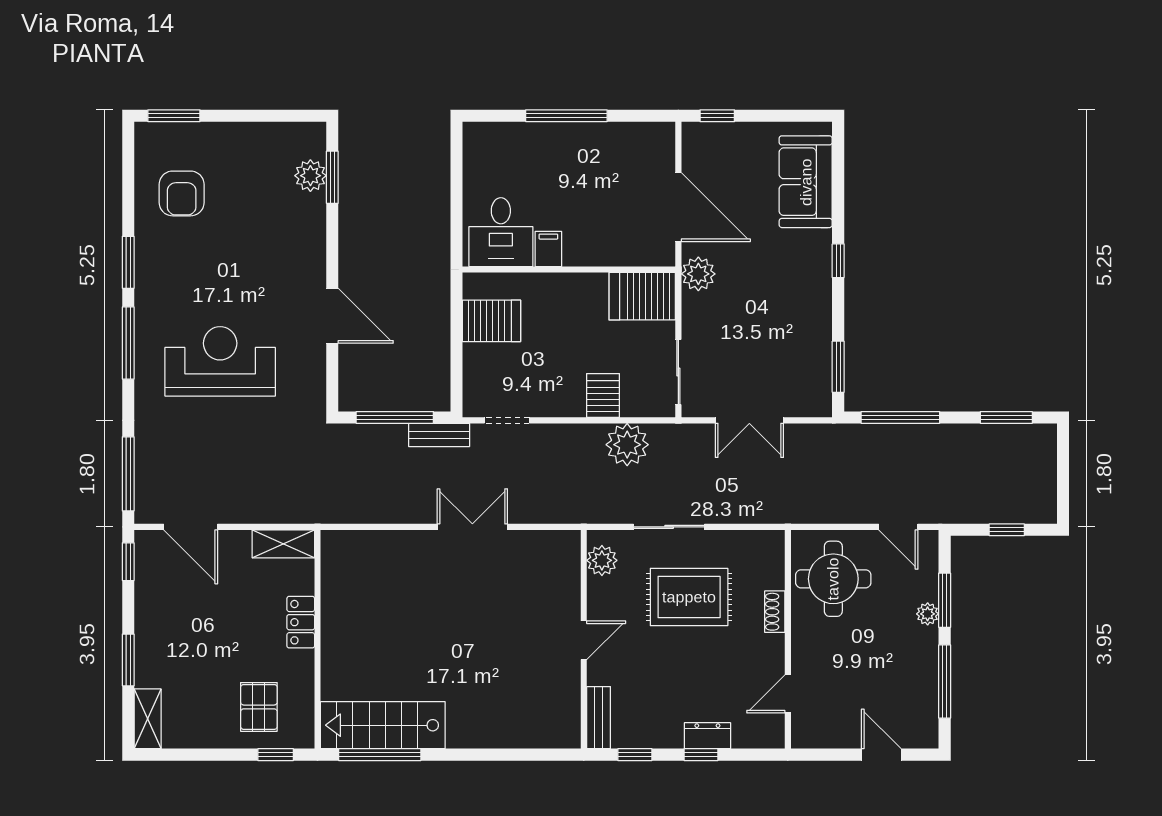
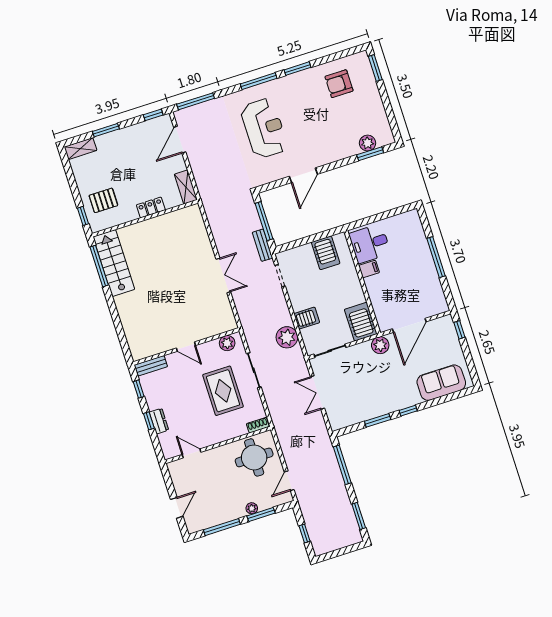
window: (838, 367) -> (378, 420), moved
shoe rack: (775, 612) -> (258, 425), moved

